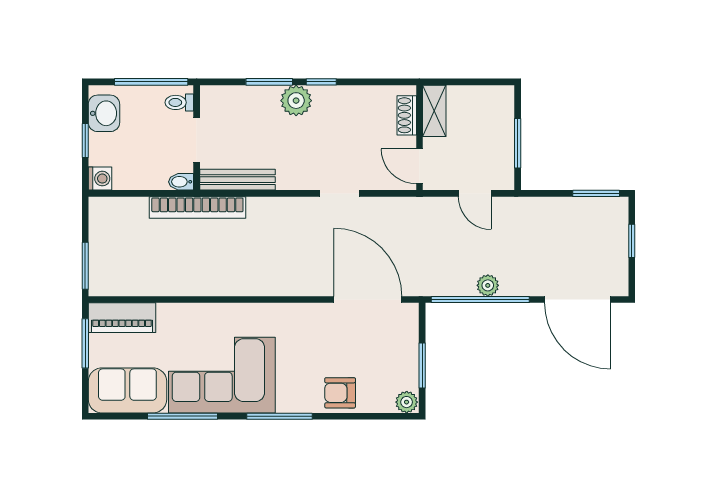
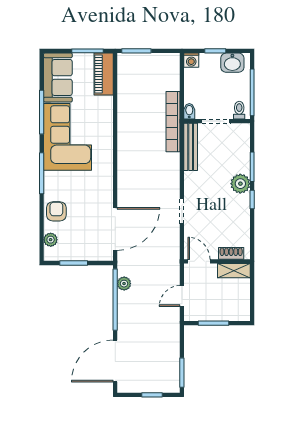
door: (419, 166) -> (199, 261), hinge flipped
plant: (488, 285) -> (124, 284), moved
plant: (407, 402) -> (51, 240), moved

